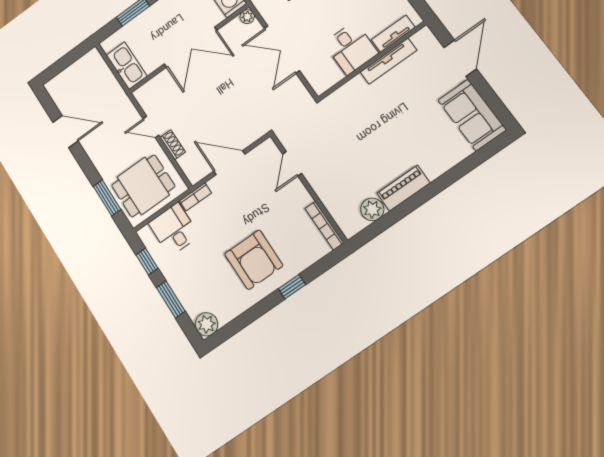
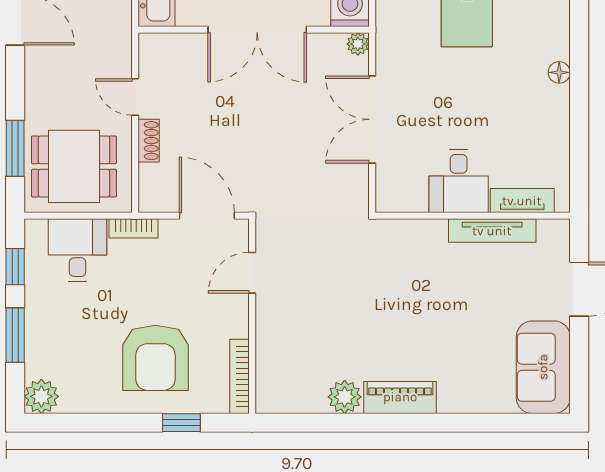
door: (292, 164) -> (252, 273), moved
wall: (308, 187) -> (252, 316), moved
bookcase: (324, 226) -> (240, 376), moved

